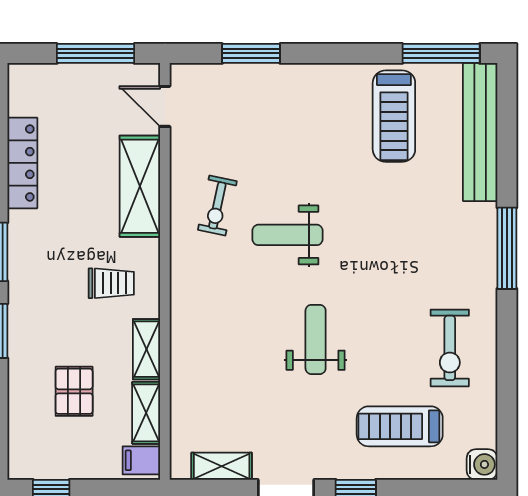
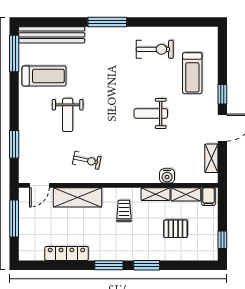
weight bench: (288, 235) -> (68, 115), moved
water cooler: (482, 464) -> (167, 176), moved, turned 180

